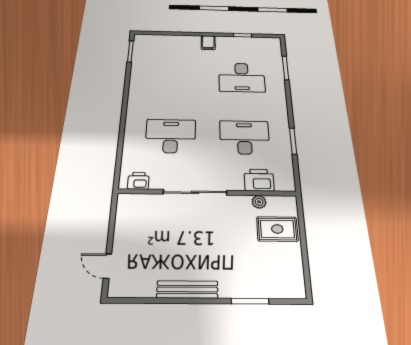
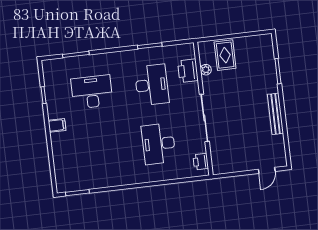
desk: (242, 77) -> (92, 92), turned -90
desk: (244, 137) -> (152, 85), turned 180

